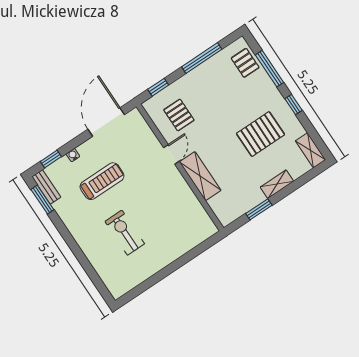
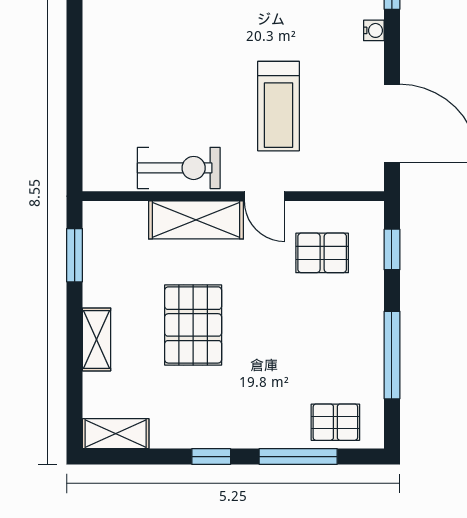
pallet: (260, 134) -> (193, 325), moved
treadmill: (102, 181) -> (279, 106), moved
window: (259, 209) -> (75, 255), moved
exercise bike: (125, 233) -> (179, 168), moved

